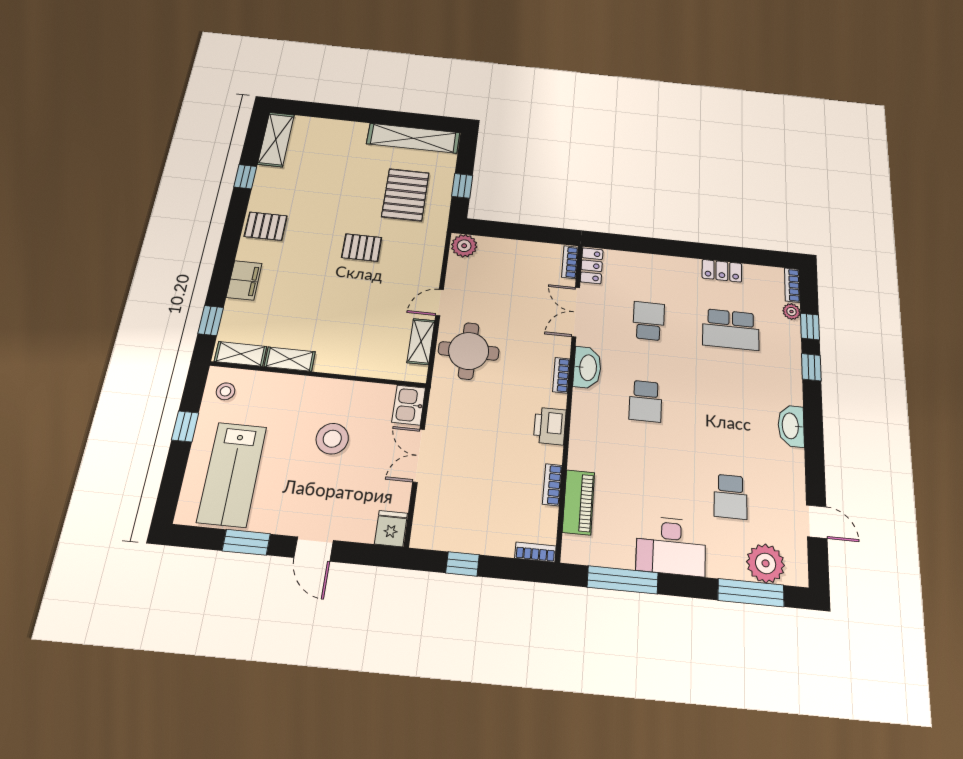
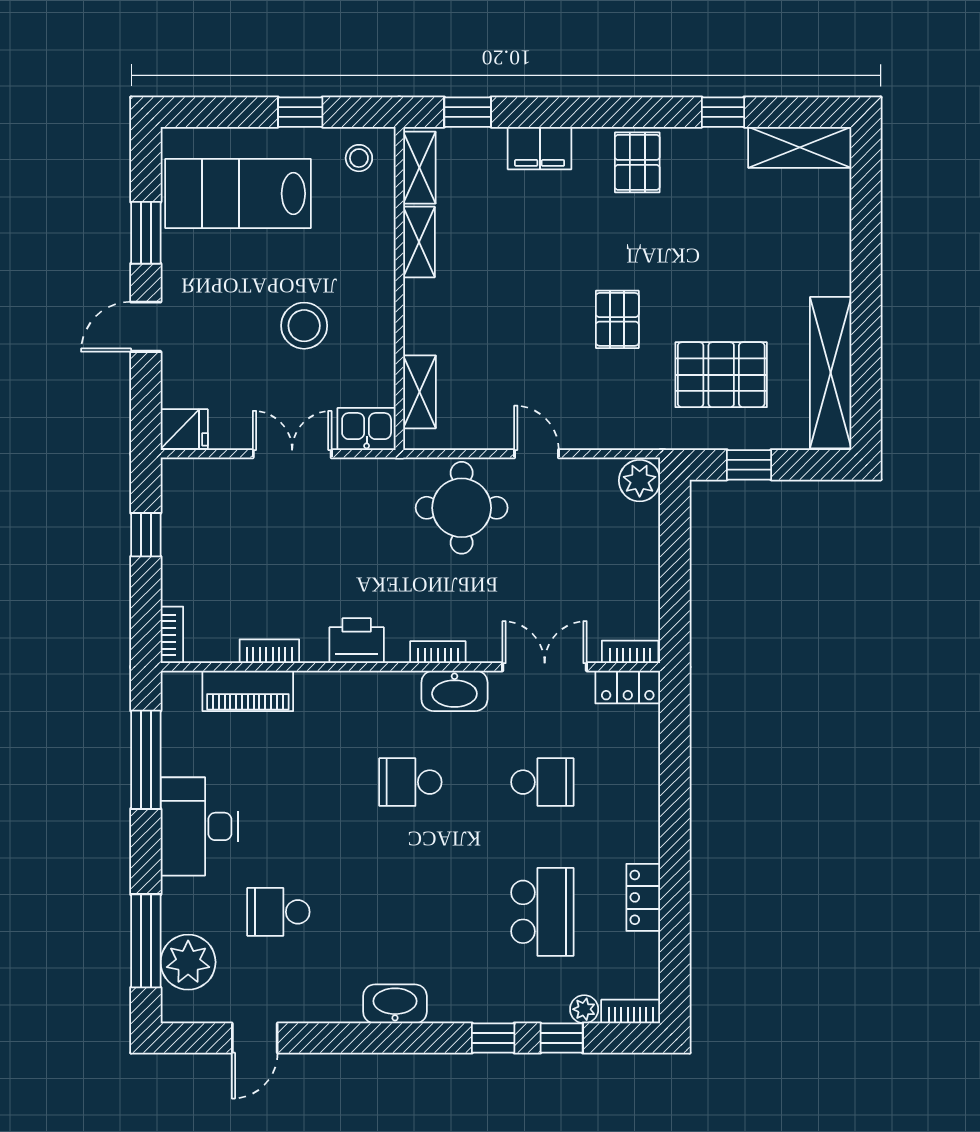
school desk: (731, 329) -> (542, 912), turned 180
shelving: (421, 342) -> (419, 392), moved, turned 90

